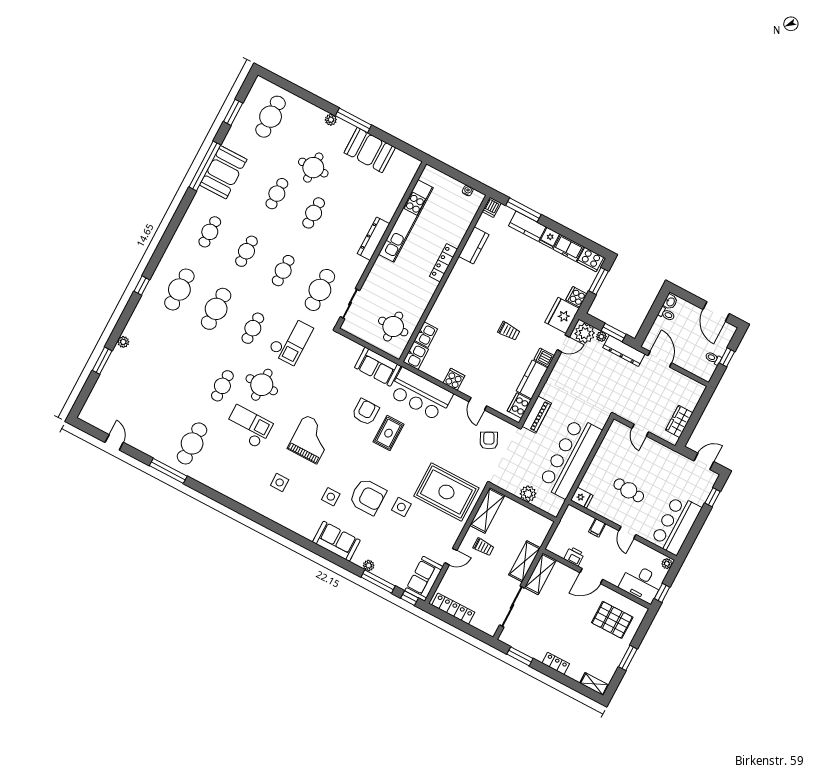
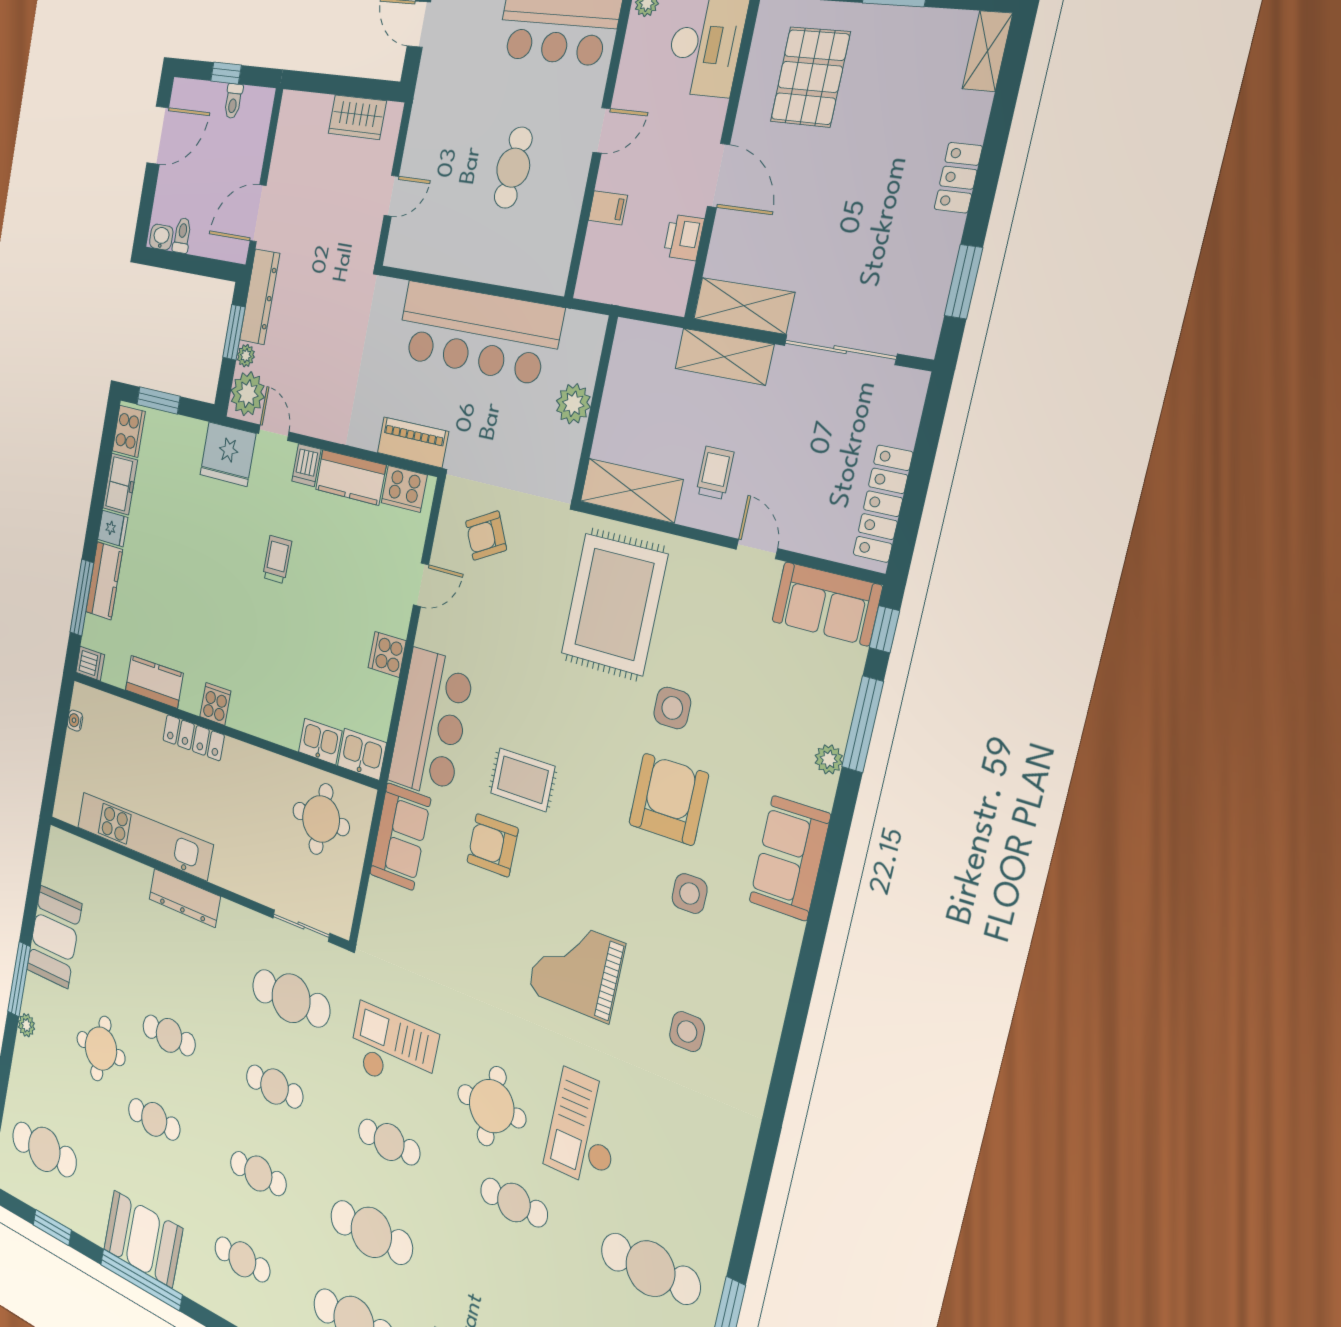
cooker: (576, 297) -> (215, 704), moved, turned 180
fridge: (582, 498) -> (553, 272), removed

